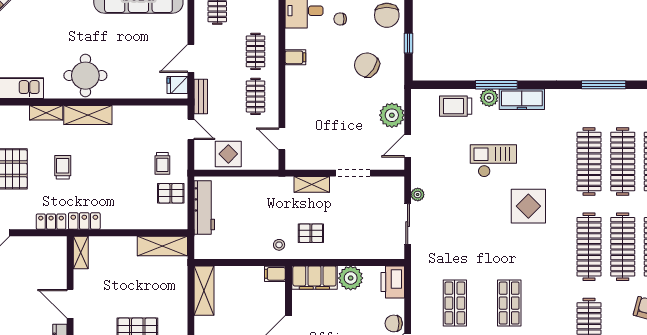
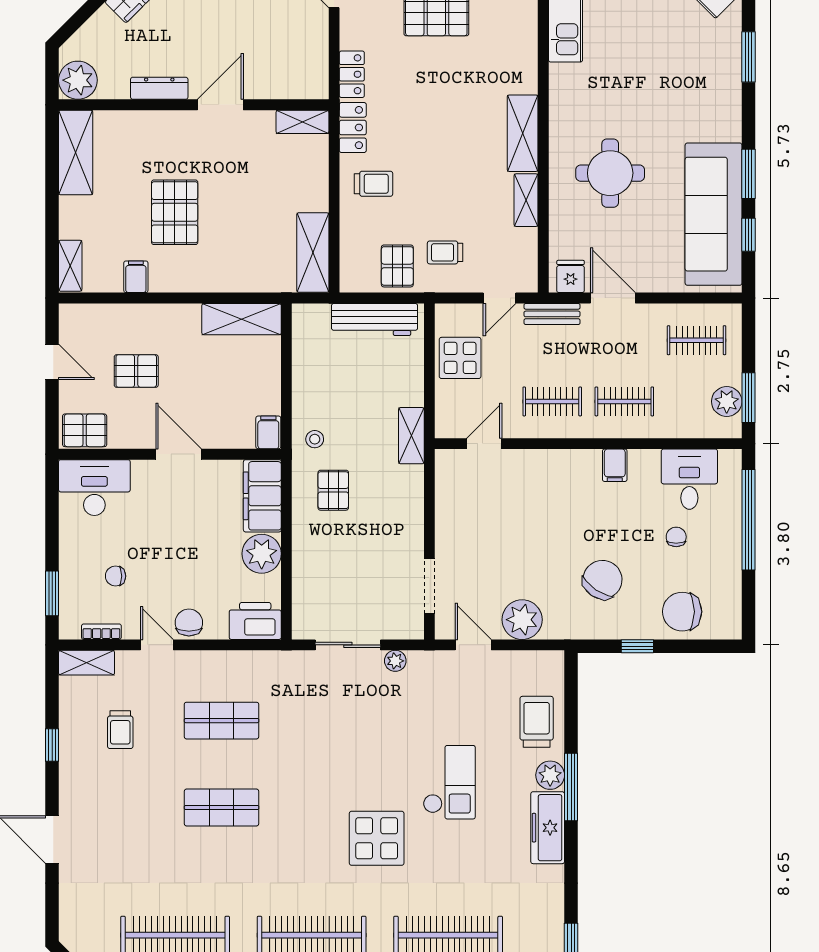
round table: (85, 76) -> (610, 173), moved
shelving: (46, 113) -> (526, 200), moved
trolley: (63, 167) -> (374, 184), moved
doorway: (353, 173) -> (429, 586), moved
shelving: (312, 184) -> (411, 436), moved

